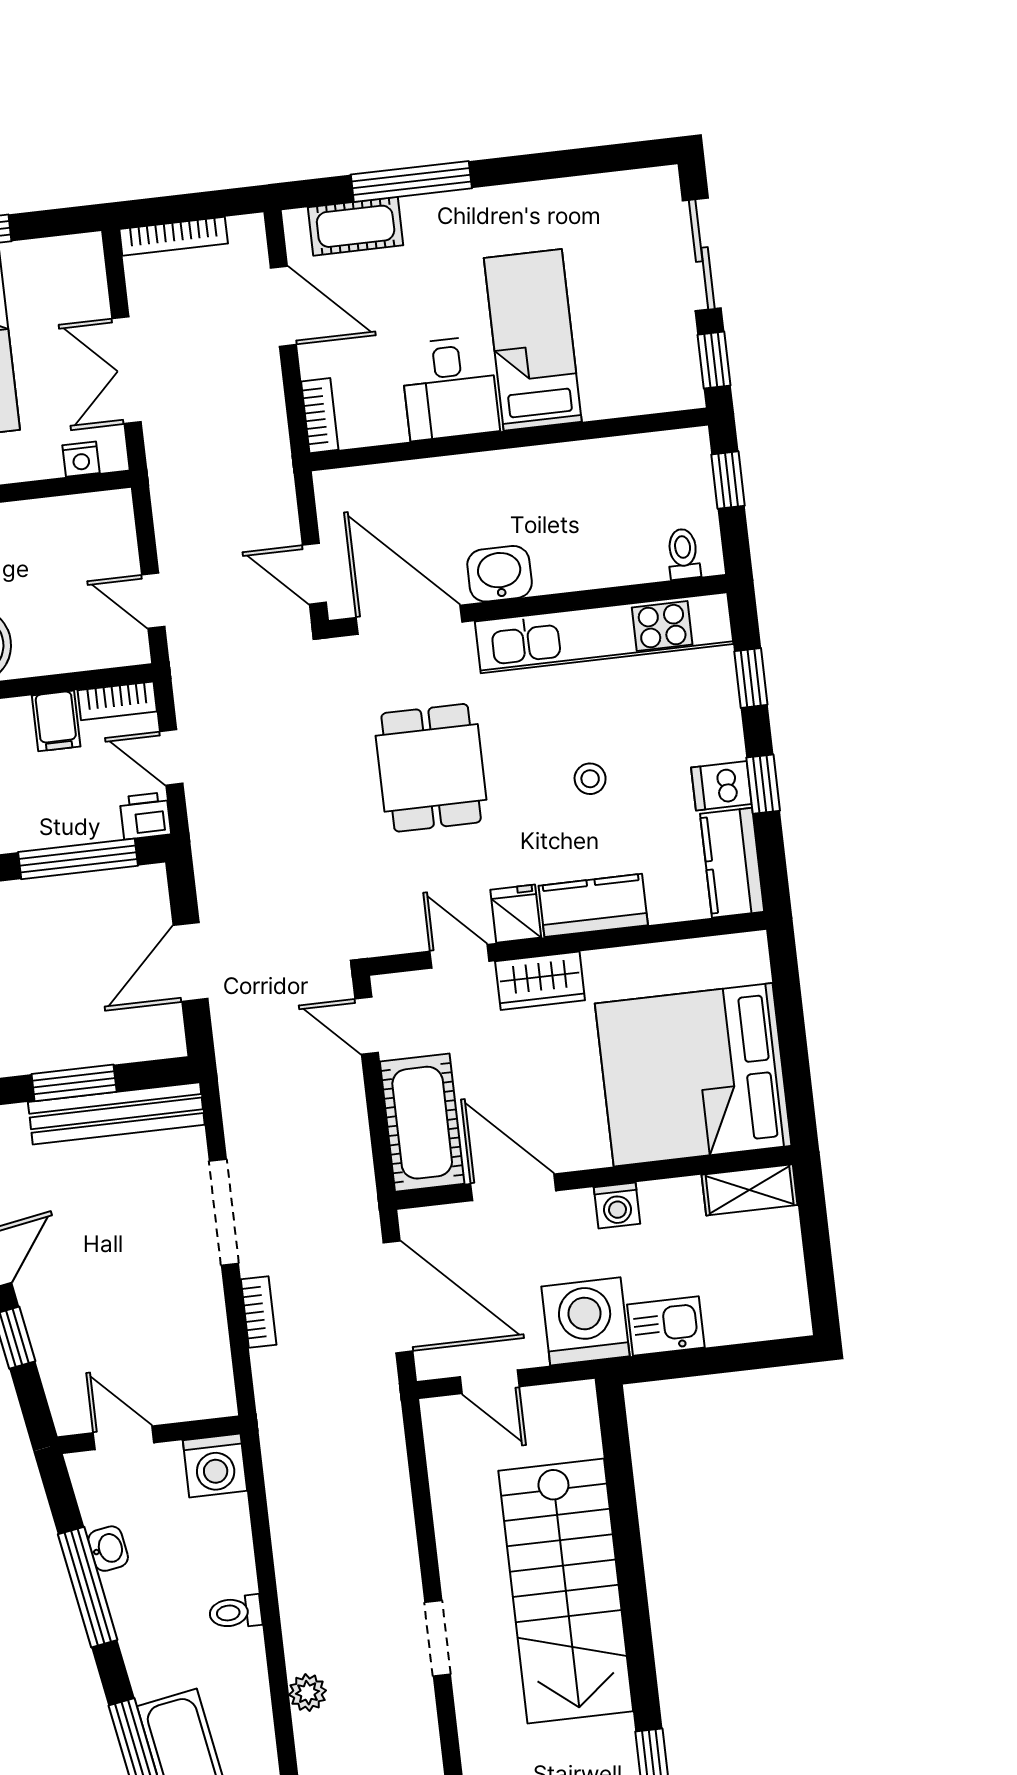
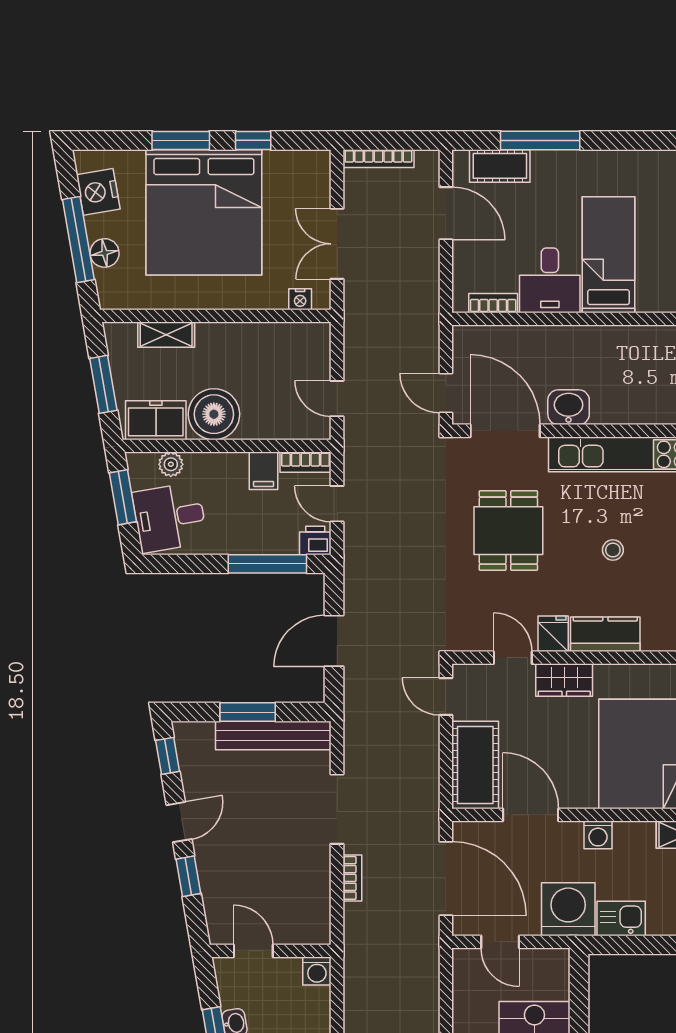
bookcase: (320, 416) -> (493, 303), moved, turned -90
washing machine: (215, 1465) -> (317, 971), width x0.73, depth x0.73

